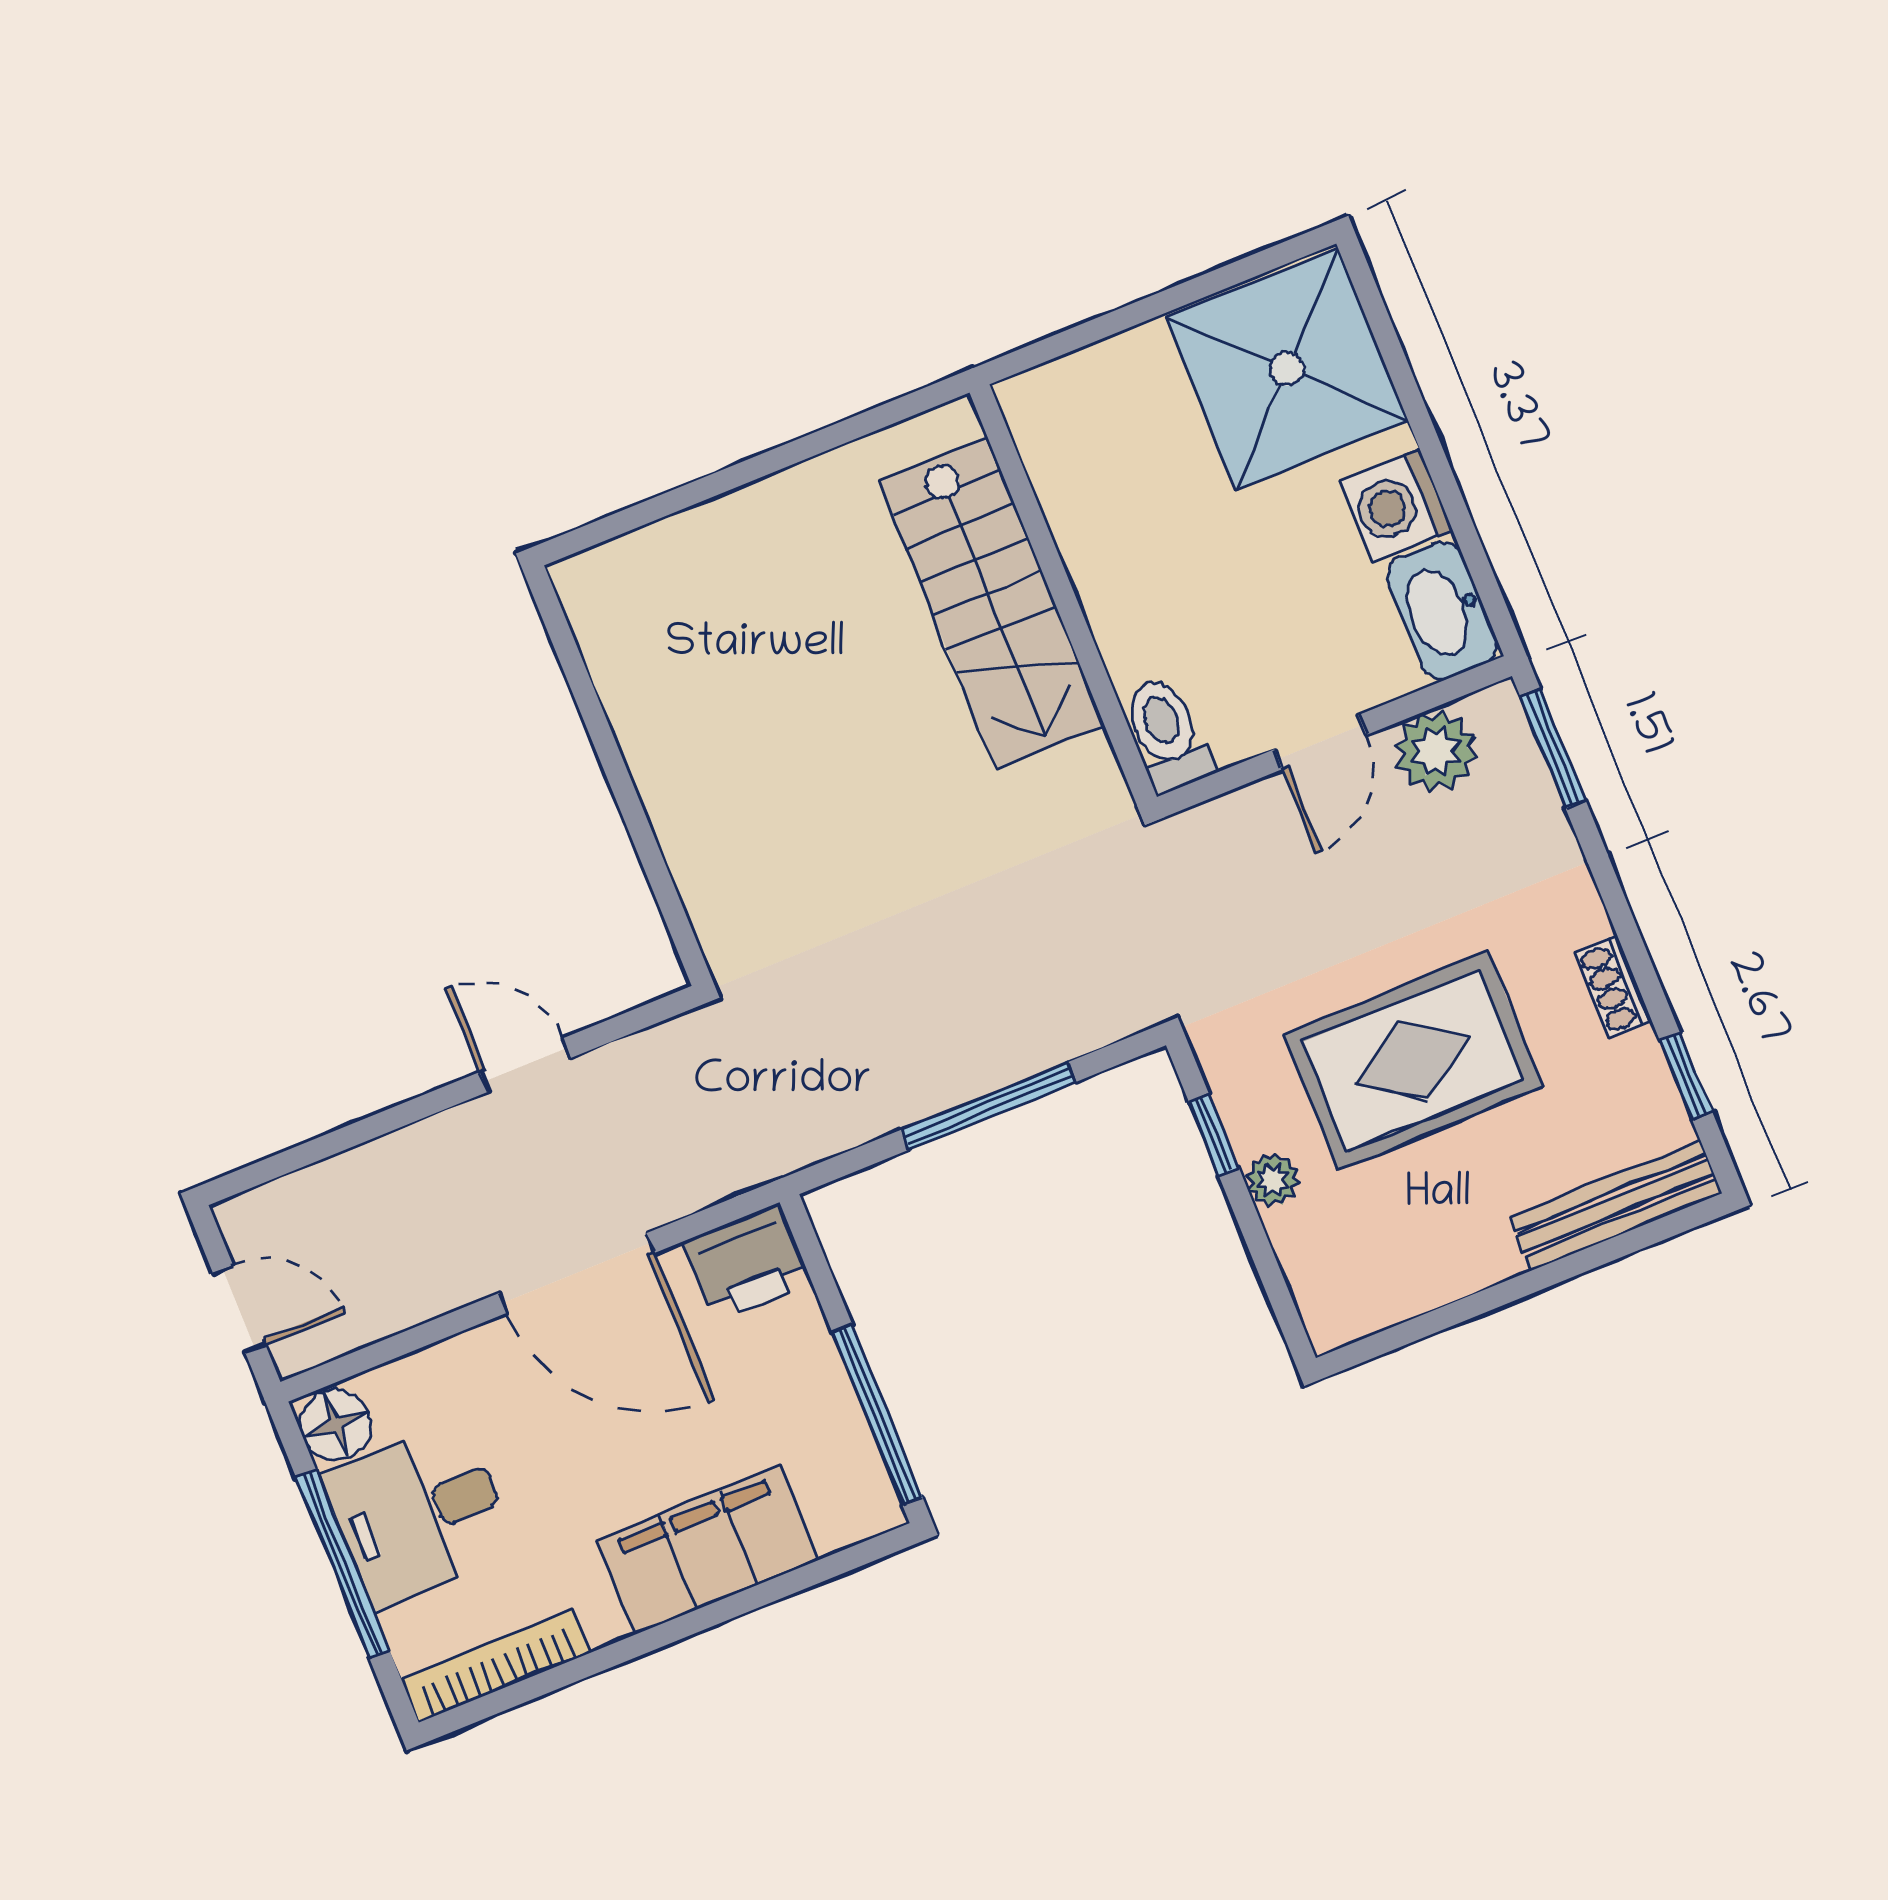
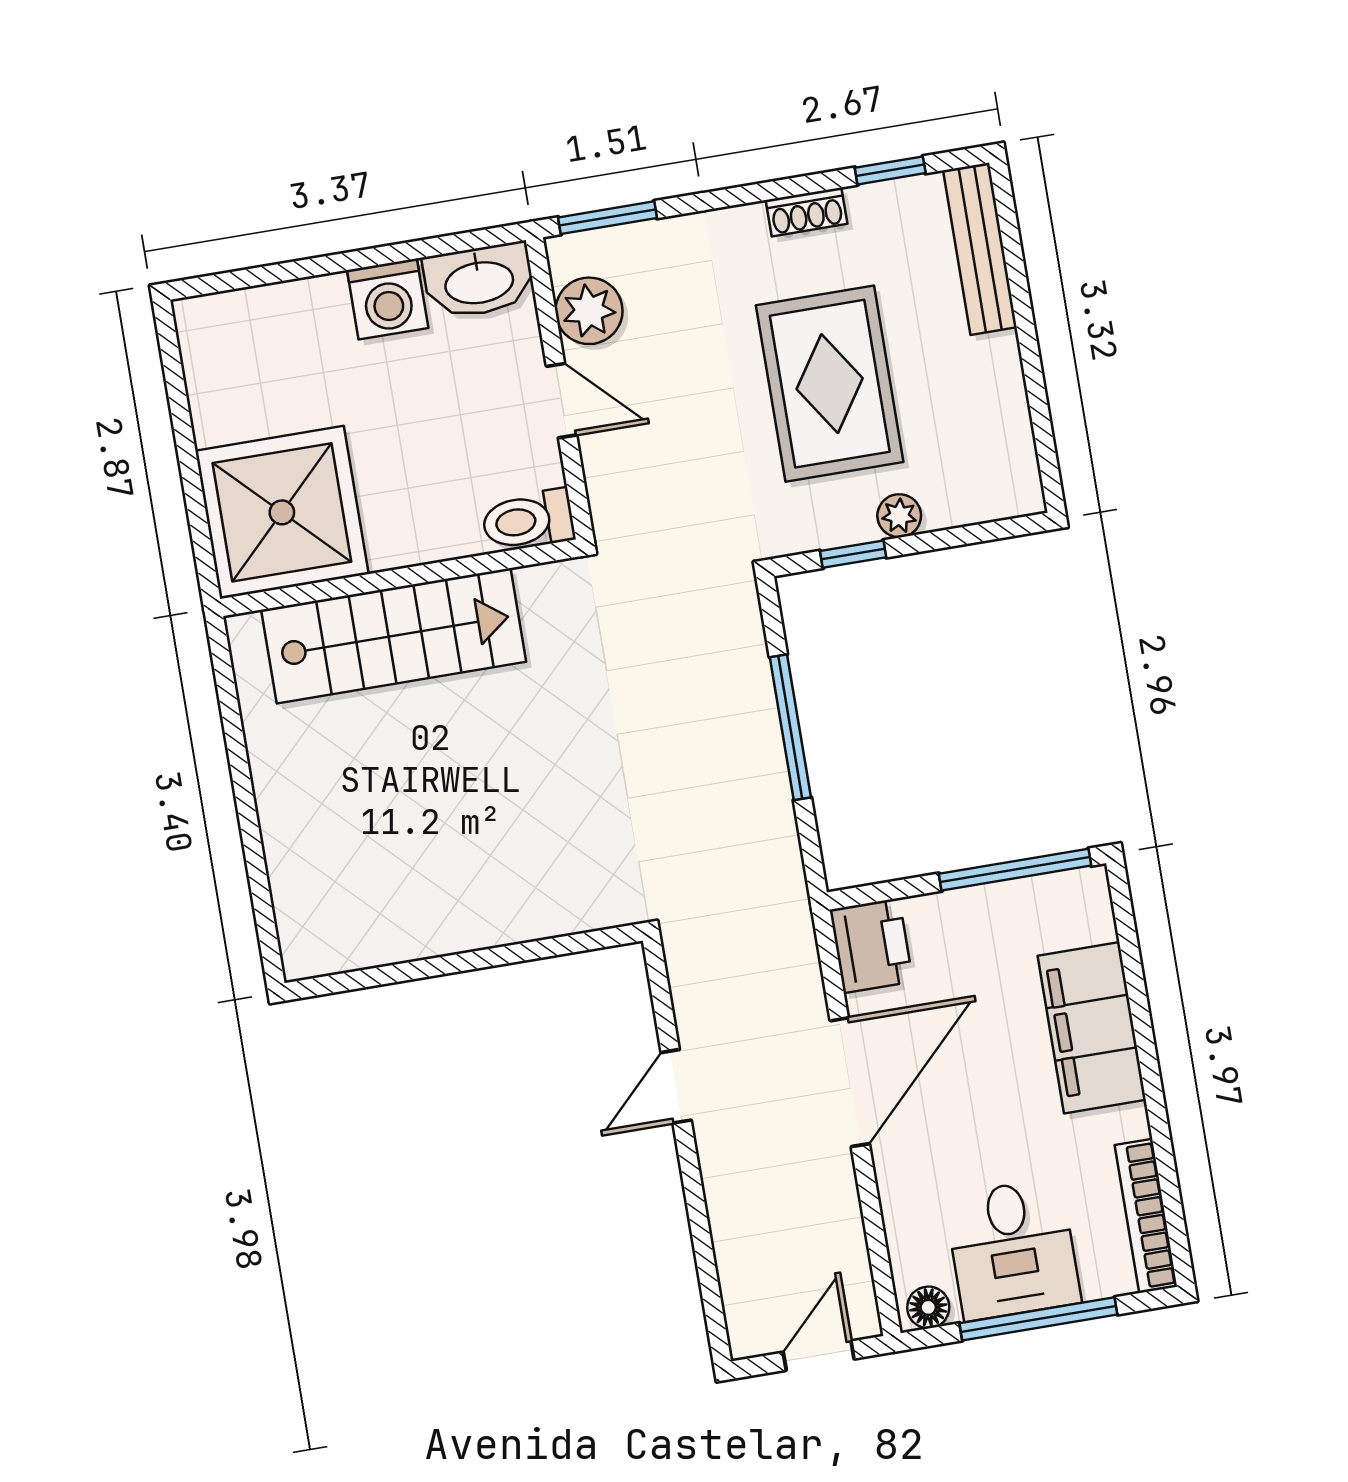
shower: (1287, 369) -> (282, 512), moved
floor lamp: (336, 1425) -> (928, 1307), width x0.73, depth x0.73

